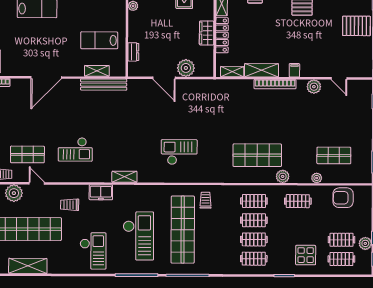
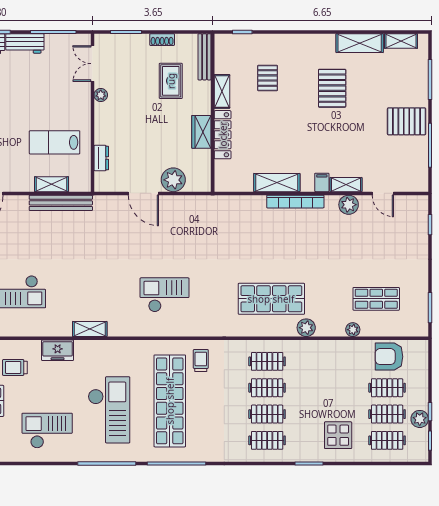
shelving: (232, 72) -> (346, 185), moved
clothes rail: (298, 201) -> (387, 388), moved
checkout: (93, 251) -> (47, 431), turned -90

